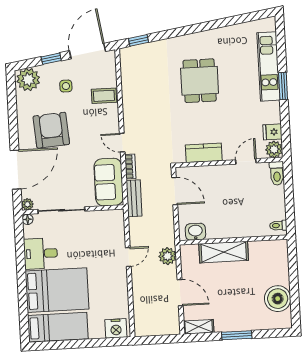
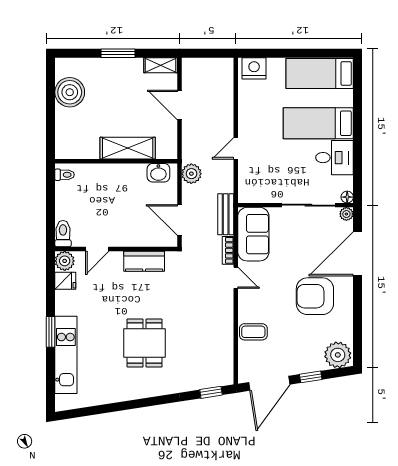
side table: (66, 86) -> (296, 345), removed
armchair: (51, 130) -> (315, 296), turned 94
plant: (167, 256) -> (191, 174), moved
bed: (57, 290) -> (318, 123), width x0.67

